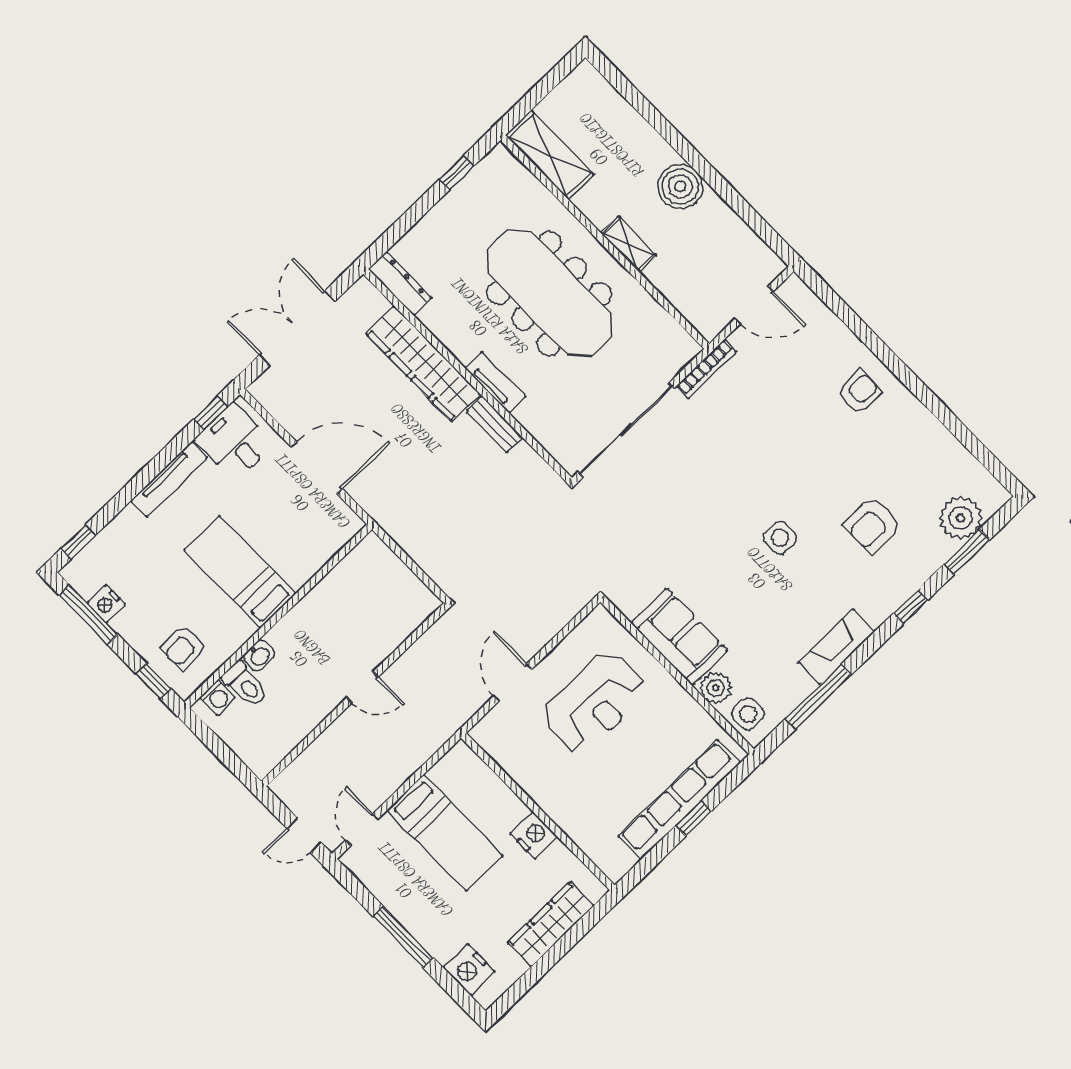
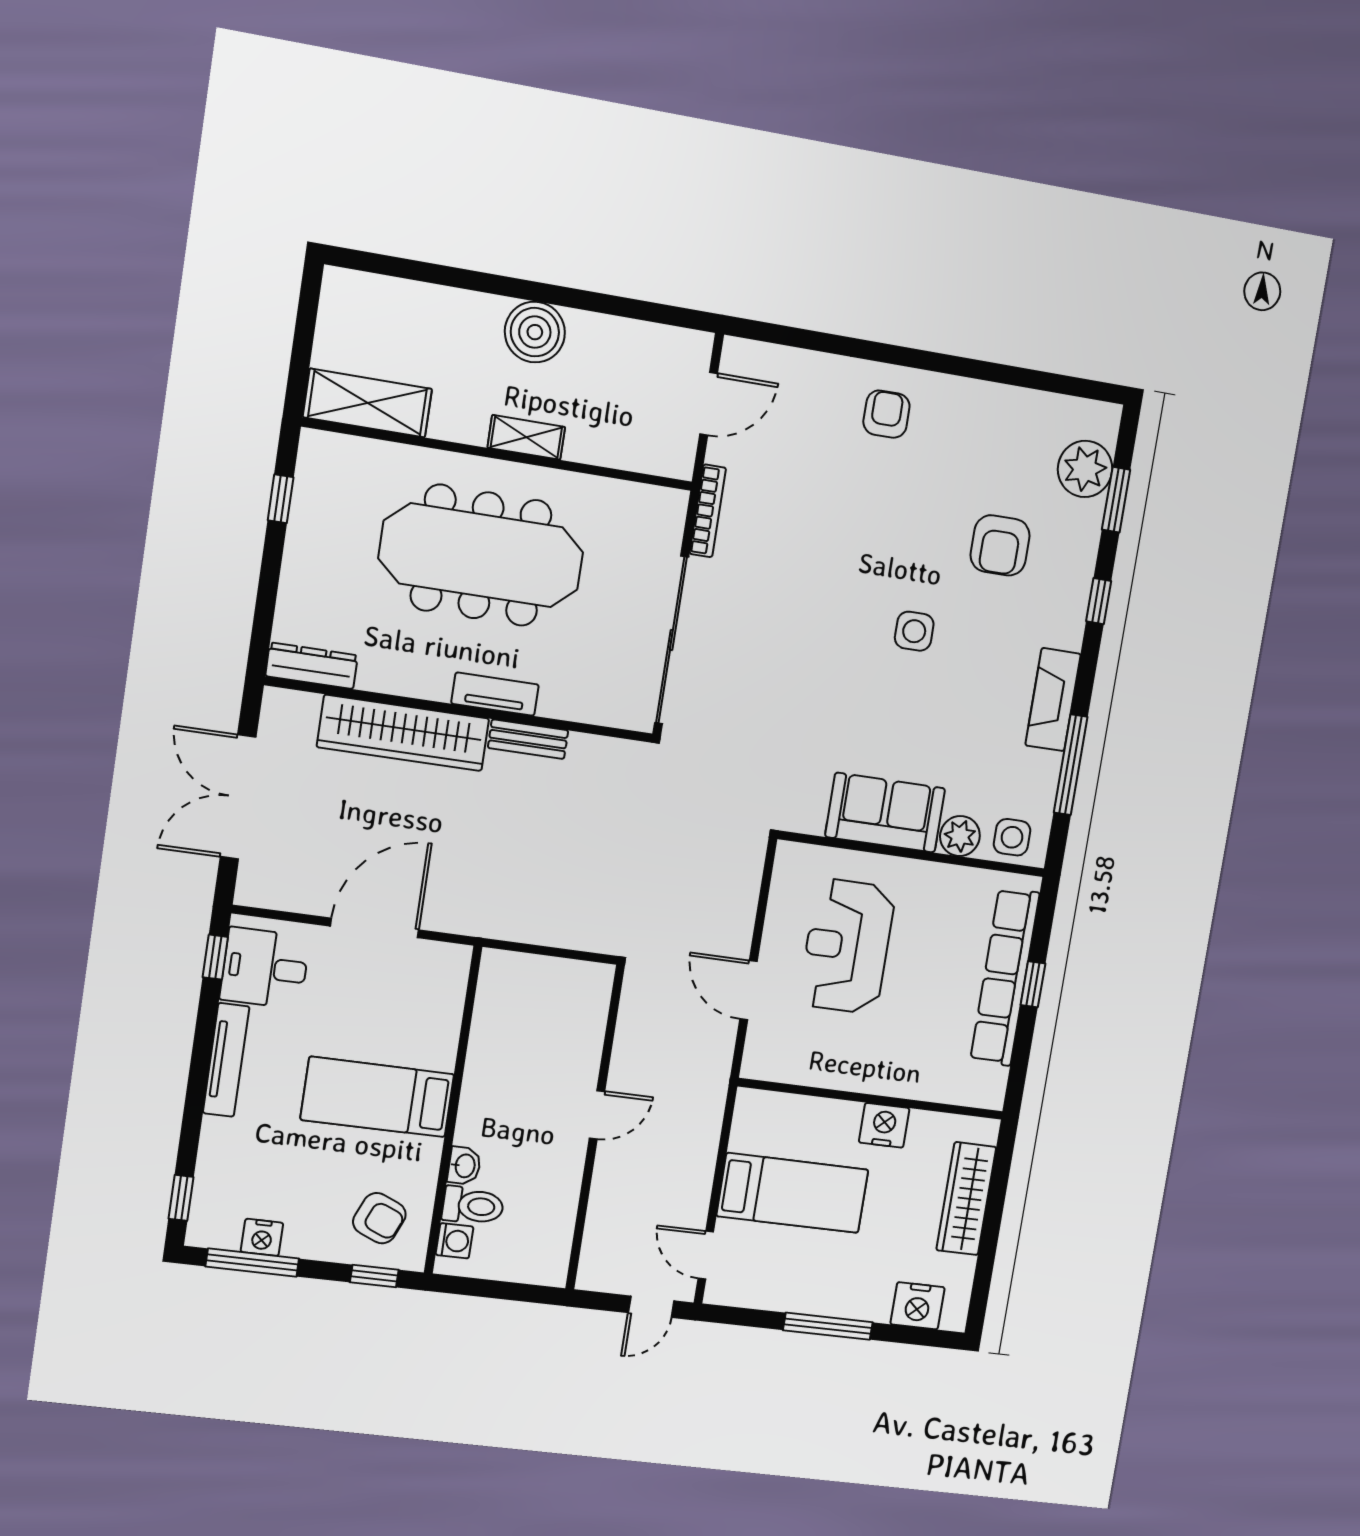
armchair: (184, 648) -> (379, 1218), turned -67
reception desk: (594, 702) -> (847, 946), turned 180

